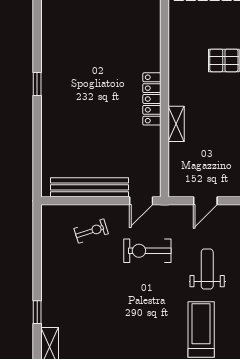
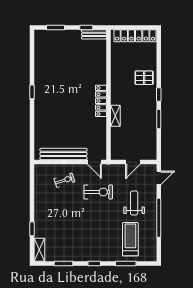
door: (141, 201) -> (94, 162), hinge flipped
exercise bike: (147, 251) -> (98, 192), turned 180

